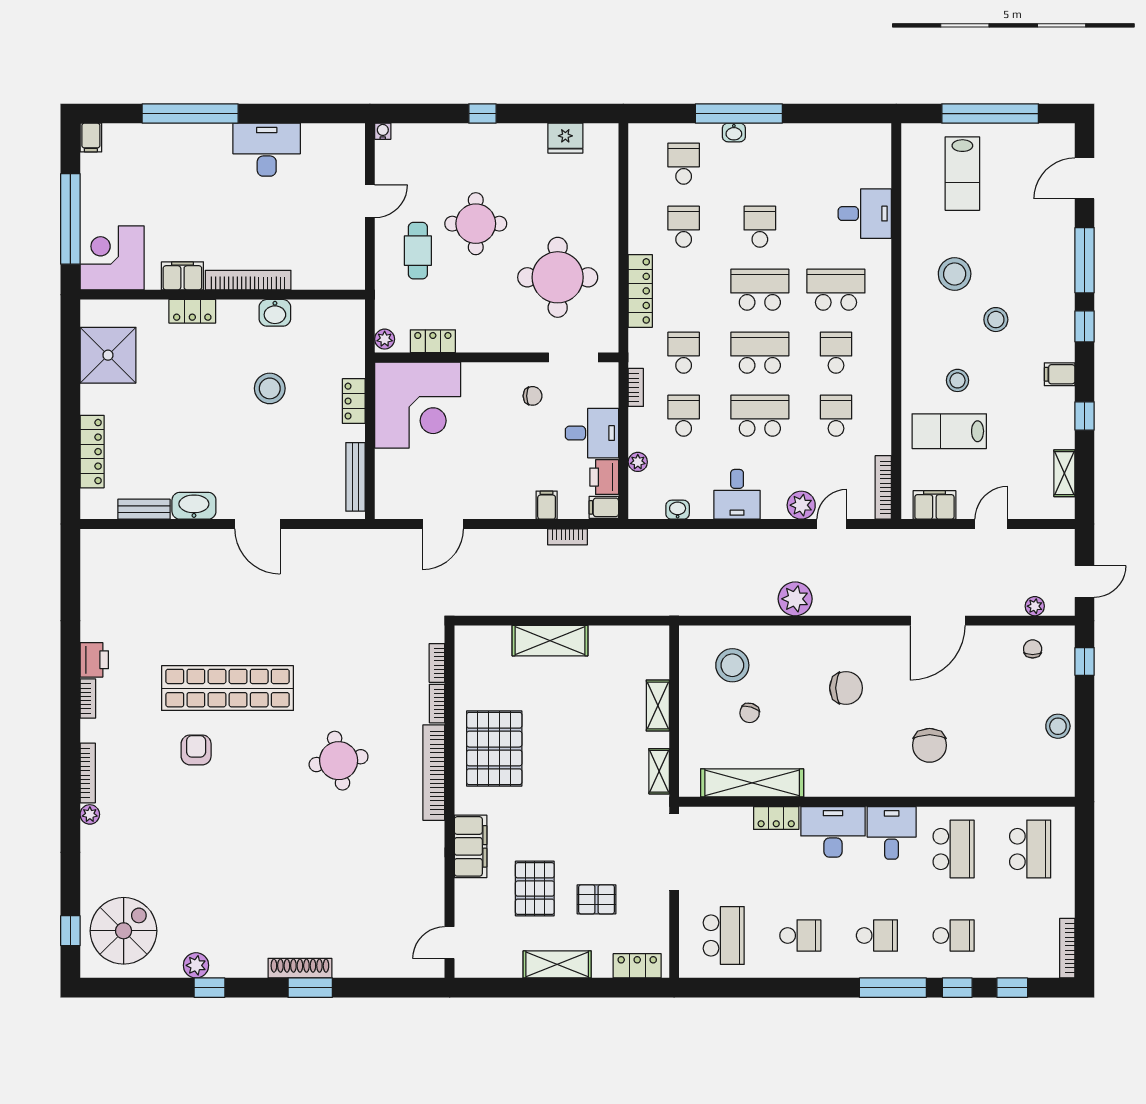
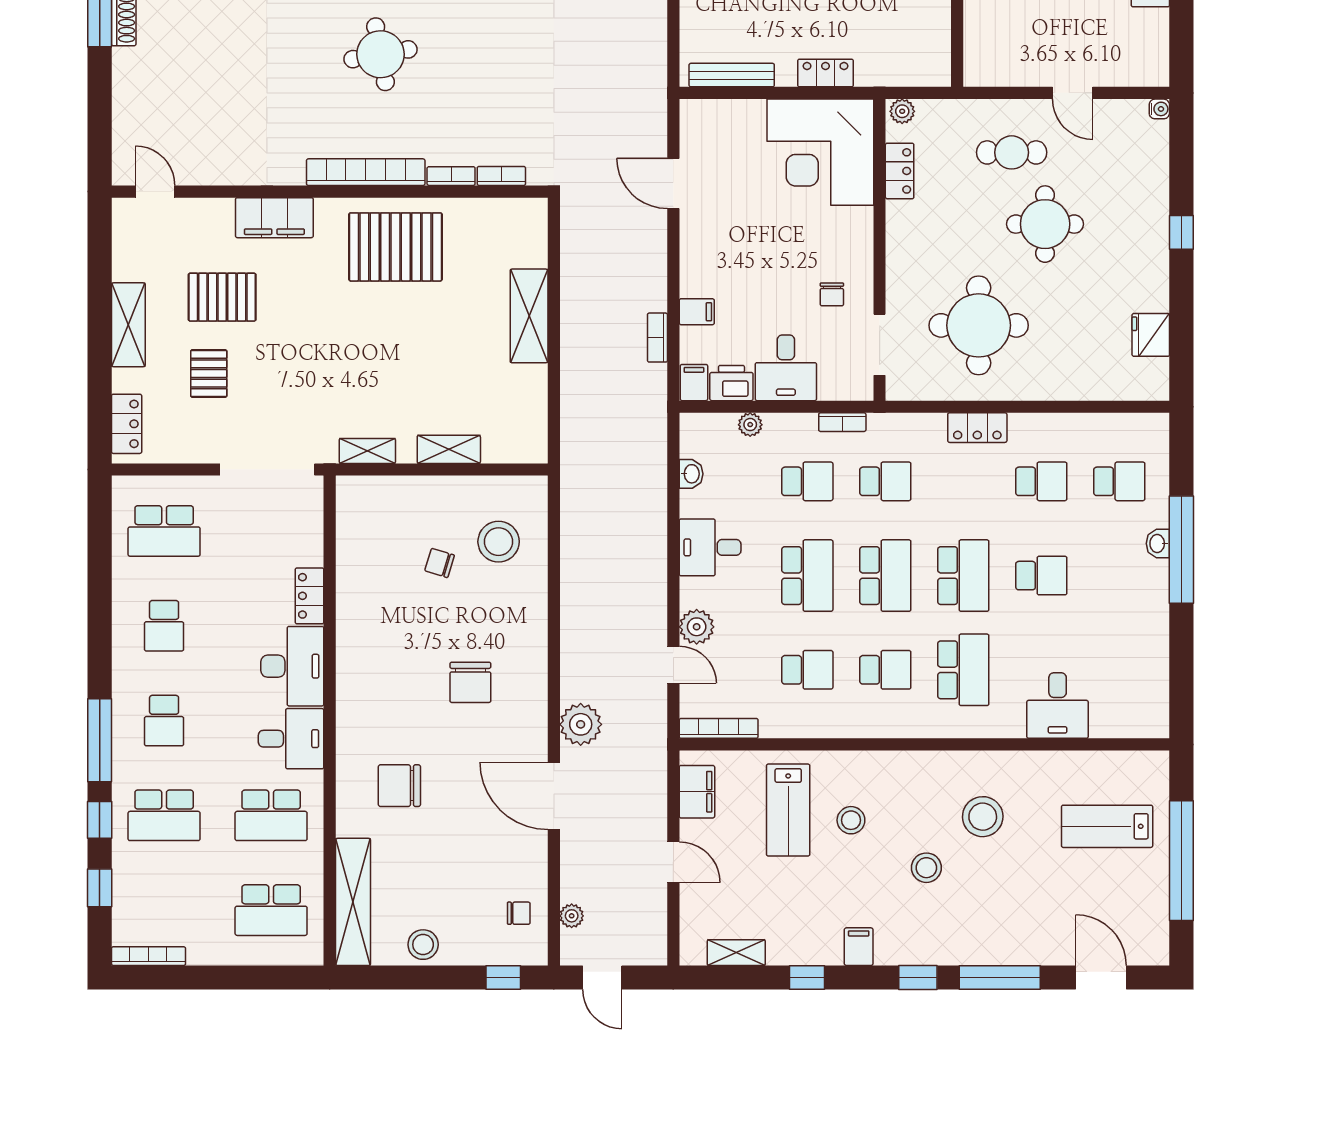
locker: (640, 291) -> (977, 428), width x0.66
lab bench: (949, 431) -> (788, 810), turned 180
plant: (795, 599) -> (581, 724), moved
shelving: (752, 783) -> (353, 902), moved
school desk: (954, 936) -> (164, 815), width x1.85

